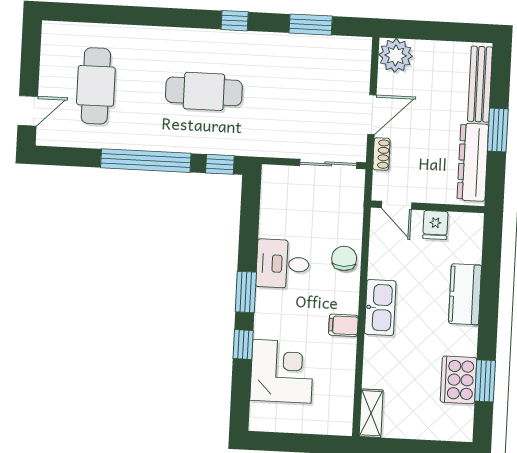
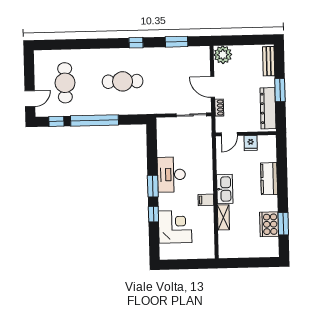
bench: (480, 84) -> (269, 61), width x0.73
door: (372, 115) -> (213, 87), swing flipped
window: (220, 164) -> (56, 121), moved
door: (397, 205) -> (229, 134), hinge flipped
chair: (344, 258) -> (204, 164), removed
desk: (283, 264) -> (171, 175), width x1.37
shelving: (371, 413) -> (223, 217), moved

